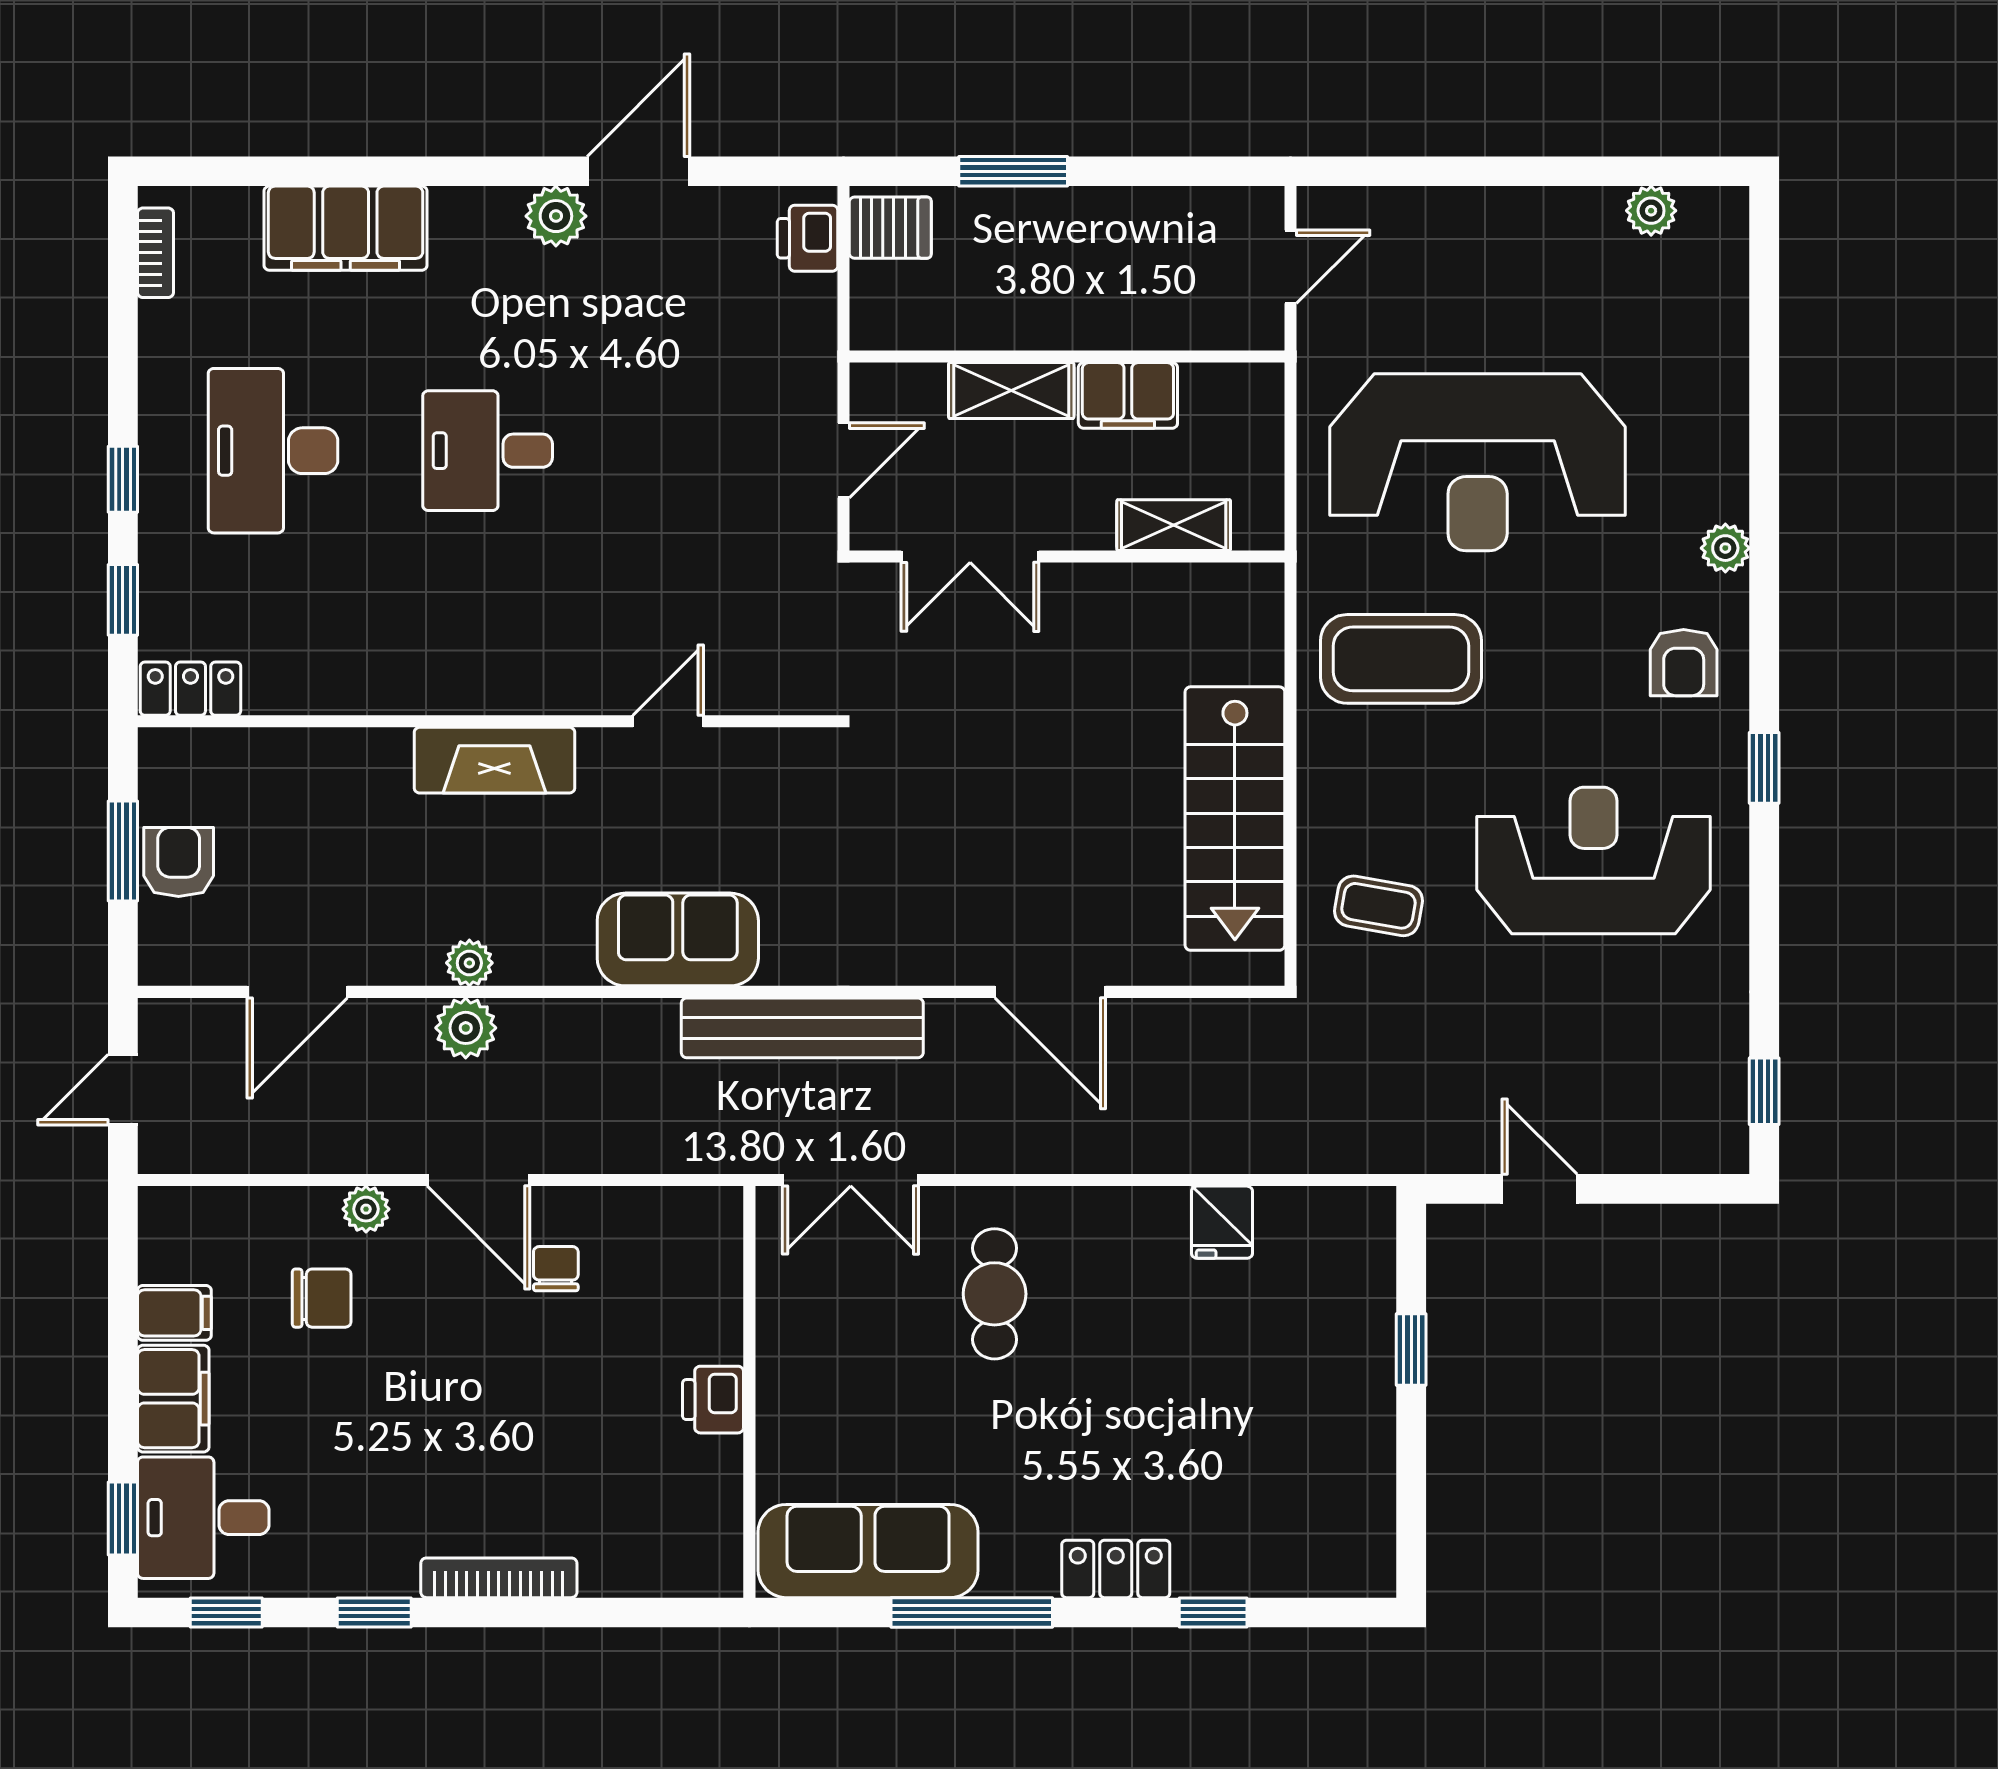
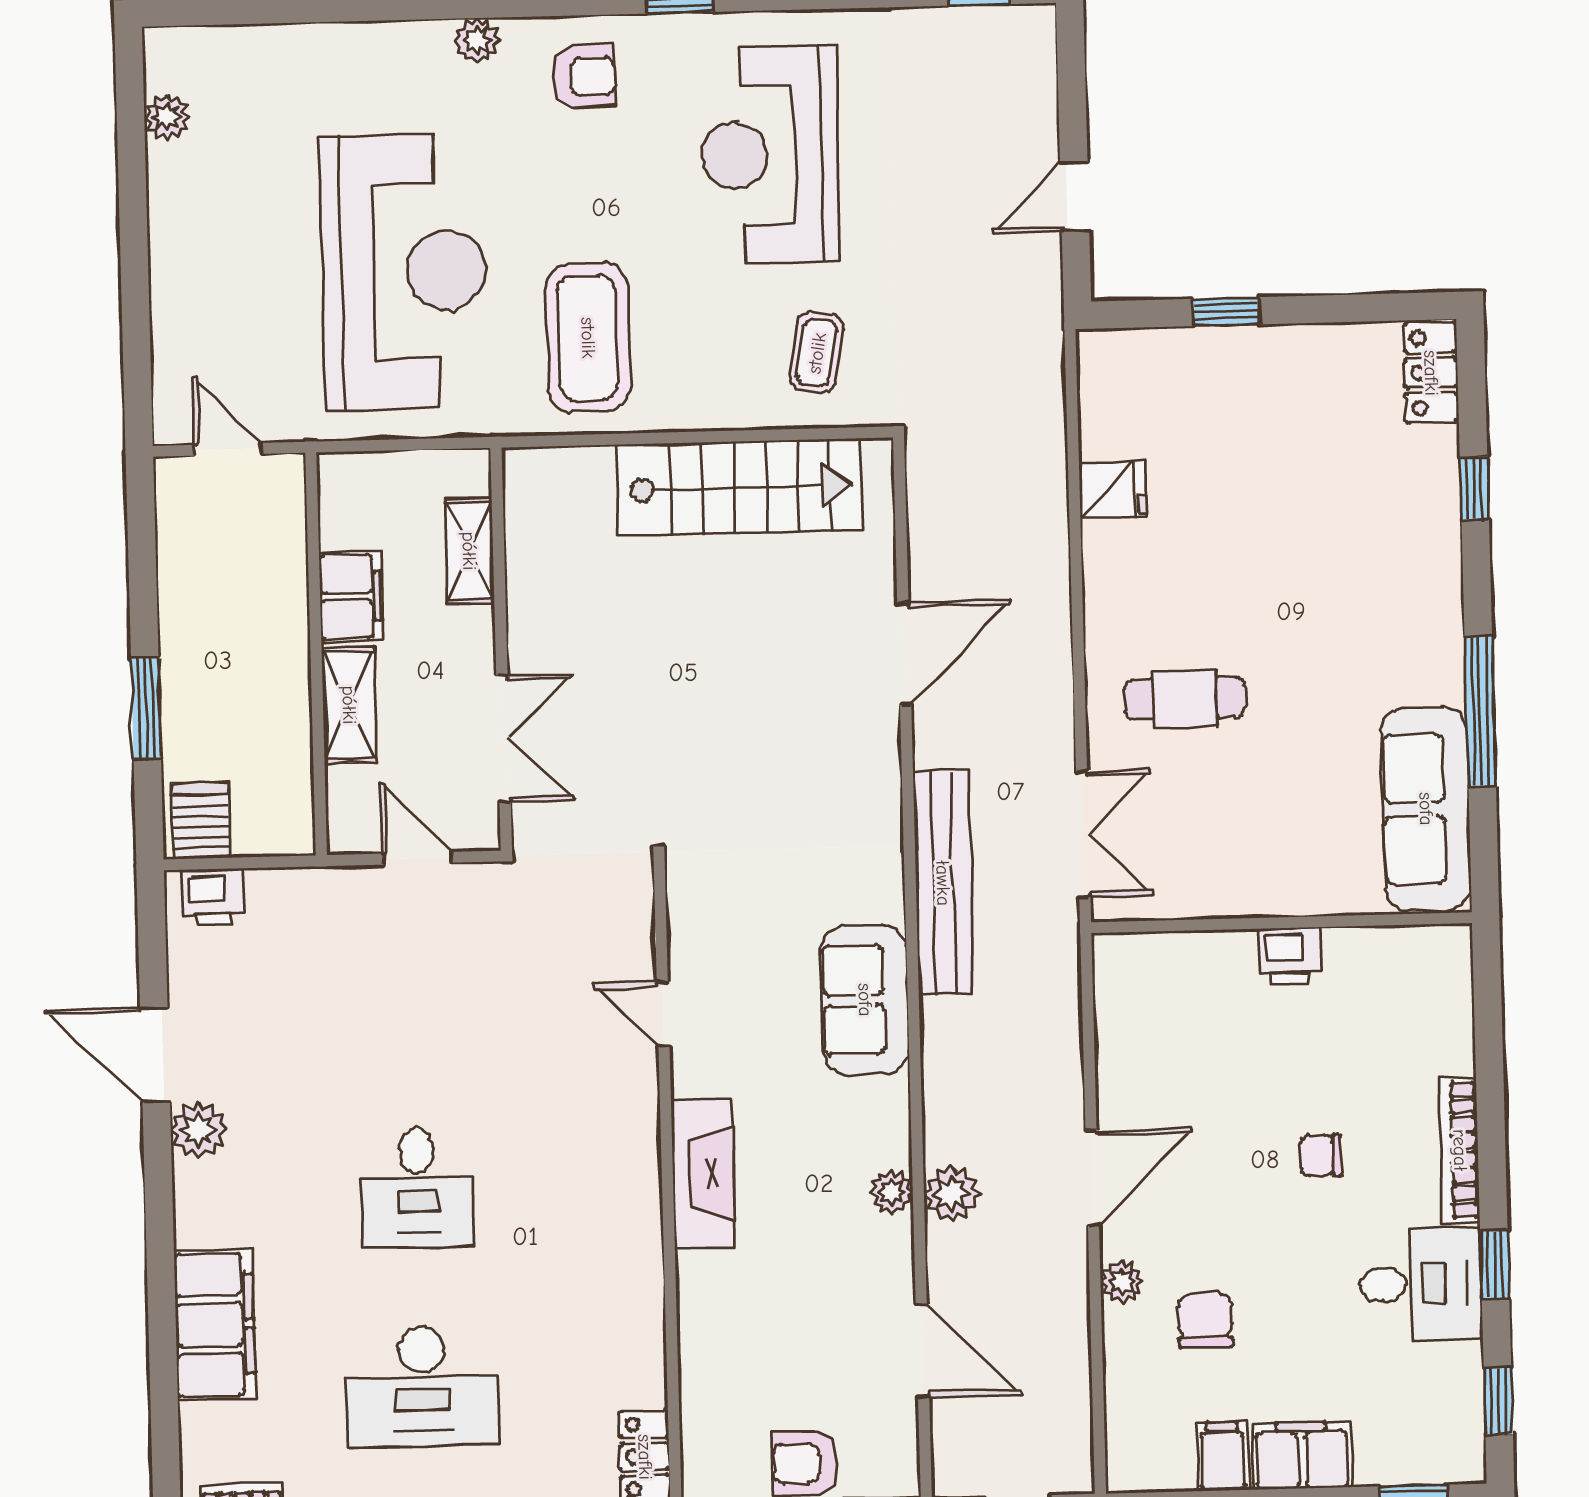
chair: (556, 1269) -> (1321, 1155), moved
desk: (203, 1518) -> (1421, 1284), moved, turned -90
locker: (1116, 1569) -> (1431, 373), moved

